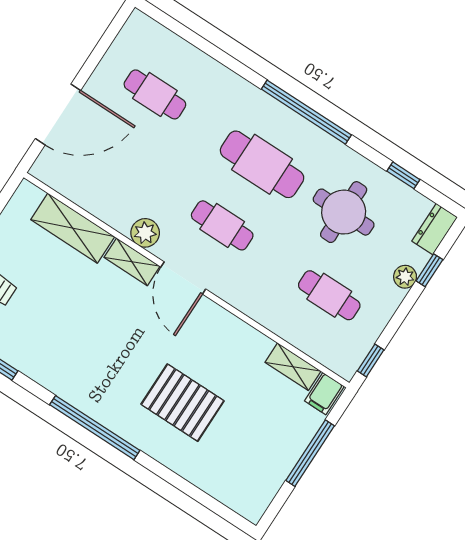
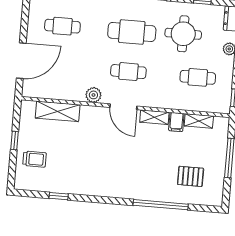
shelving: (132, 262) -> (154, 117), moved
filing cabinet: (324, 394) -> (176, 122), moved
pallet: (183, 403) -> (191, 176), moved, width x0.67, depth x0.71
window: (95, 428) -> (161, 205), moved

